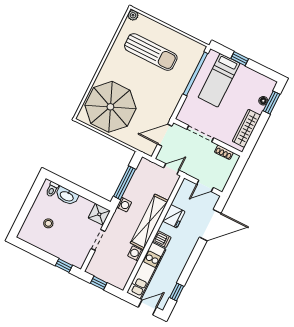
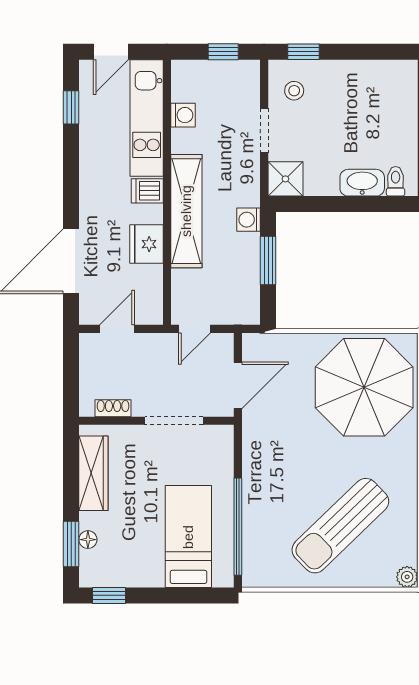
sun lounger: (151, 52) -> (340, 526), turned -44
window: (240, 59) -> (109, 595), moved
window: (125, 183) -> (268, 260), width x0.69
stool: (48, 223) -> (294, 91), moved
washing machine: (135, 253) -> (183, 115), moved

